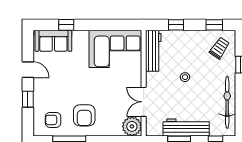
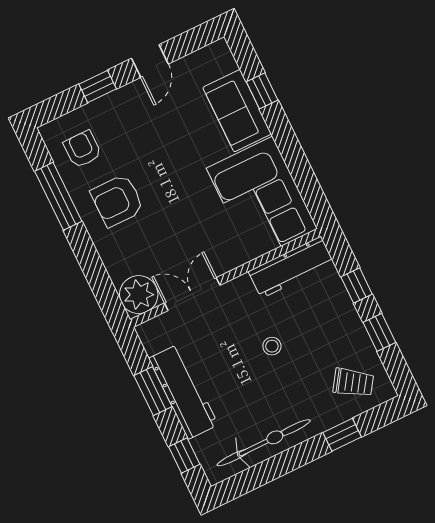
window: (214, 25) -> (379, 332), moved
sofa: (53, 41) -> (237, 111), moved

